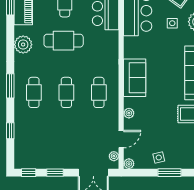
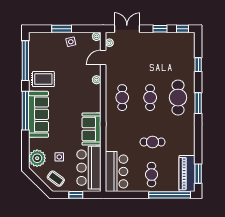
cafe table: (64, 41) -> (153, 142), width x0.73, depth x0.74
plant: (23, 45) -> (187, 139), removed
sofa: (135, 78) -> (92, 129), moved
cafe table: (34, 92) -> (178, 98), width x1.37, depth x1.35

